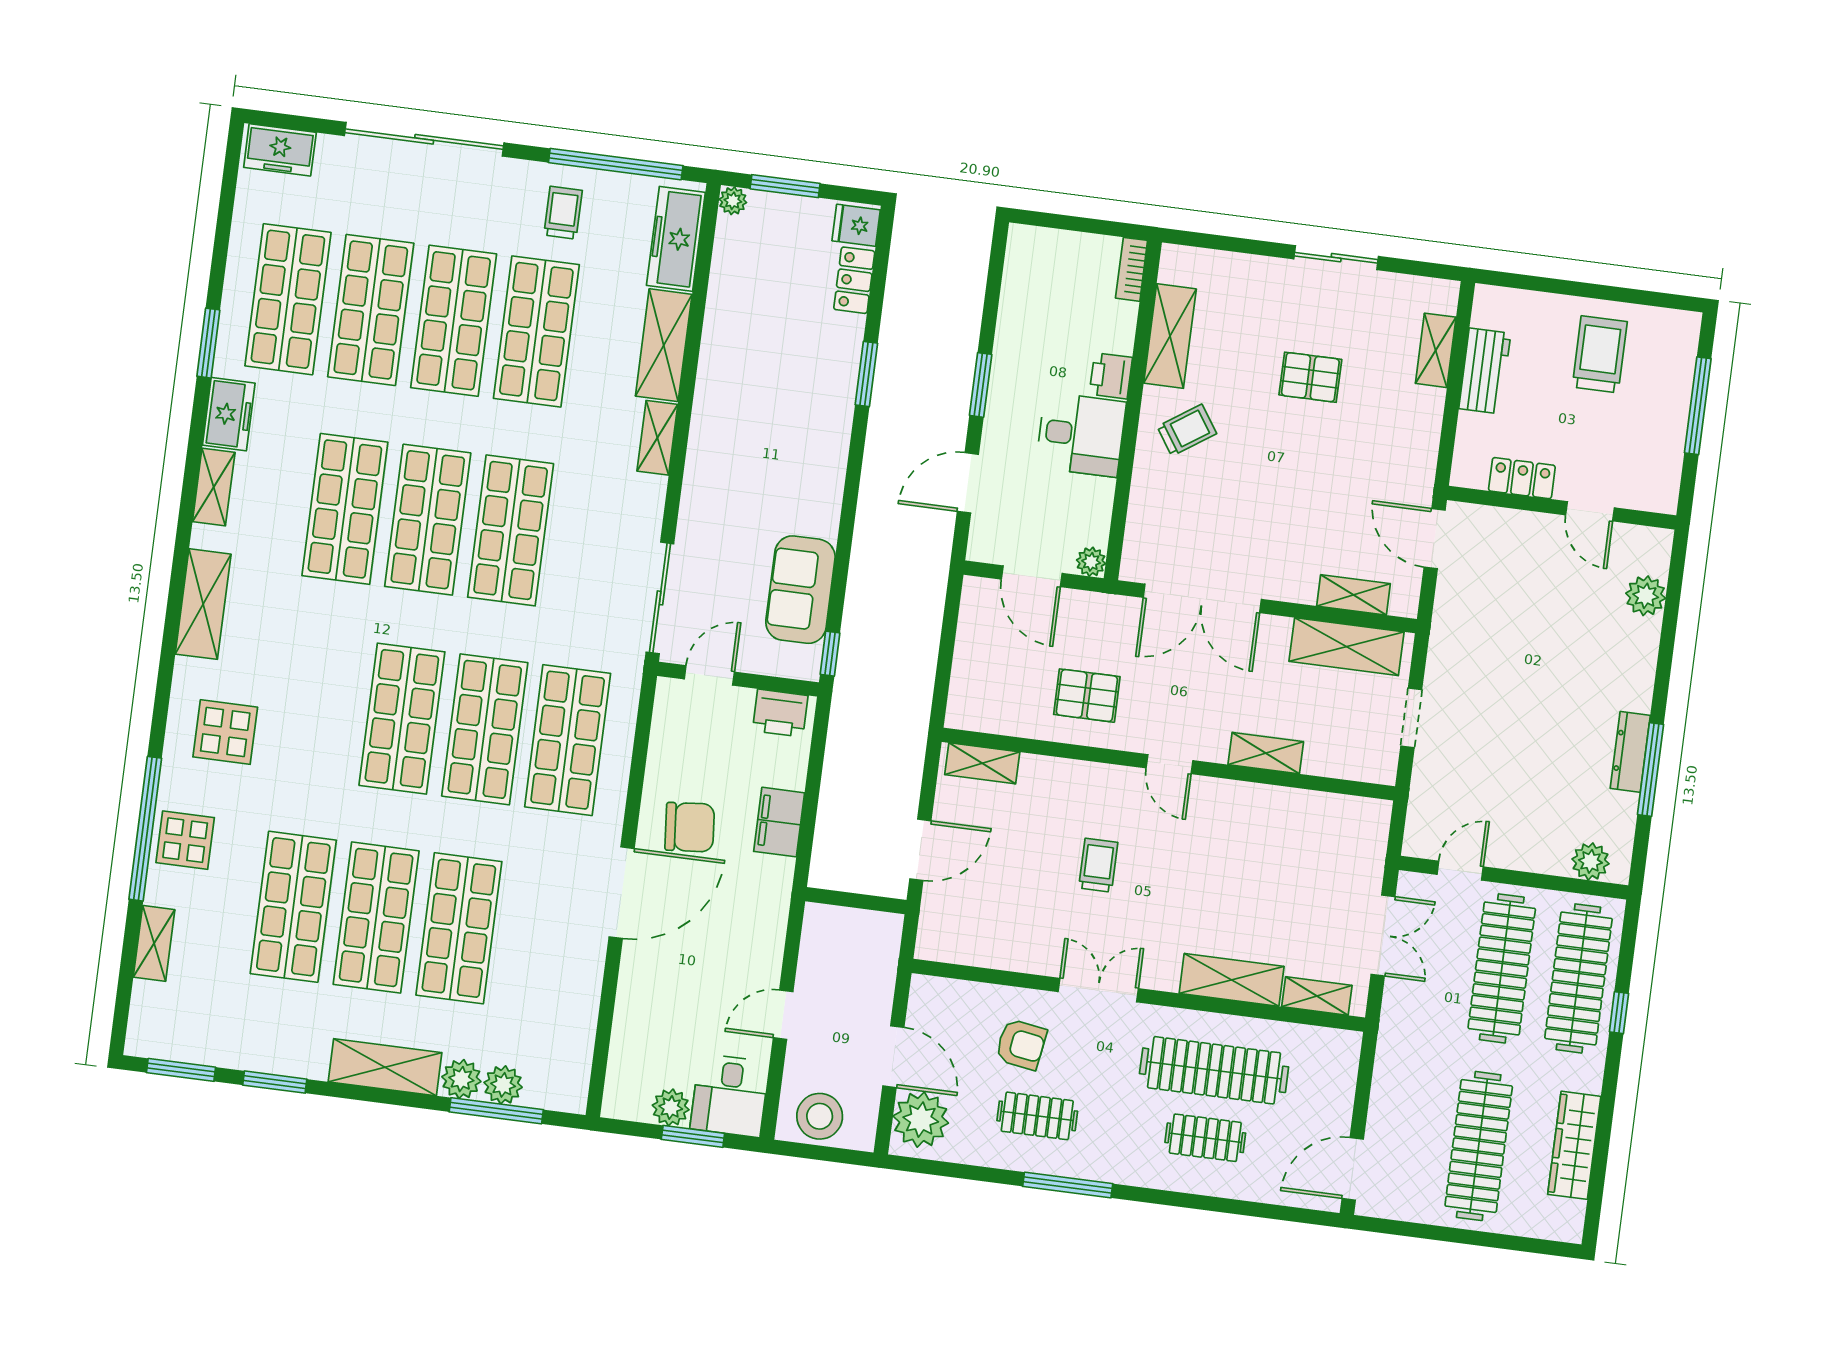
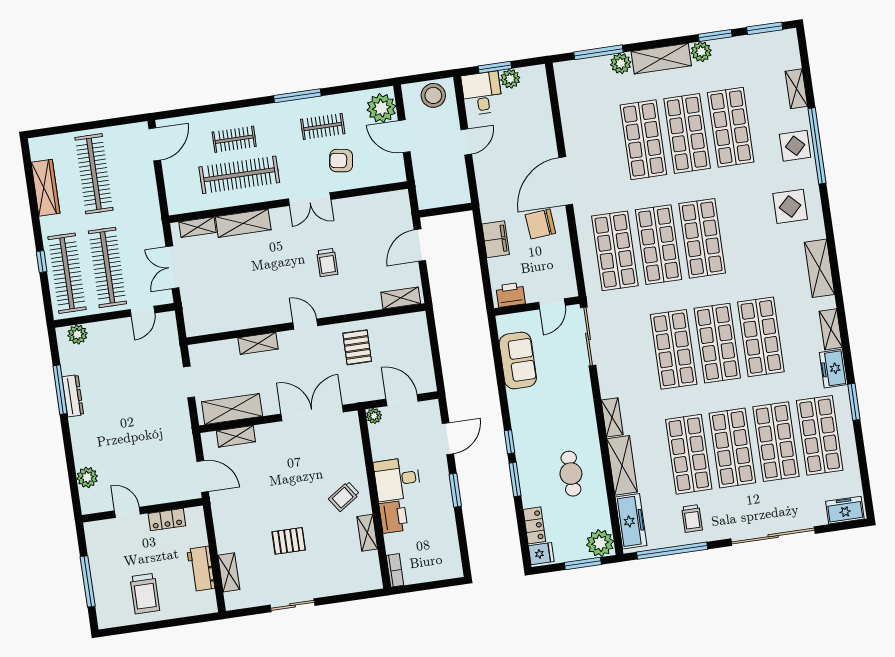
plant: (733, 201) -> (600, 543), width x1.87, depth x1.87
shelving: (1170, 336) -> (367, 533), width x0.67, depth x0.75
cafe table: (761, 356) -> (571, 474), added
printer: (1111, 376) -> (393, 517), width x1.36, depth x1.24
window: (830, 654) -> (509, 442), moved
pallet: (1087, 696) -> (357, 347), turned 90
plant: (503, 1085) -> (701, 52), moved

